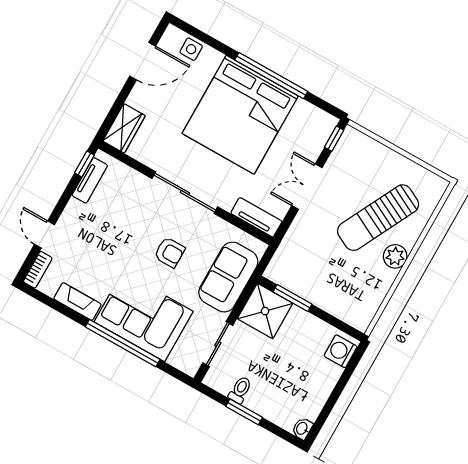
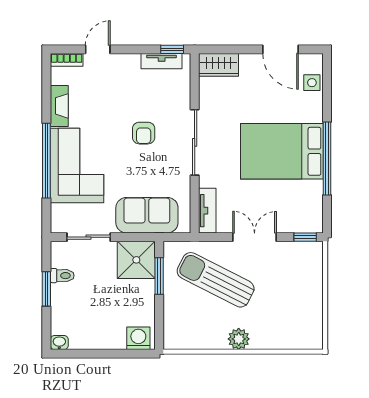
bed: (240, 115) -> (282, 151), width x0.73
sun lounger: (378, 218) -> (216, 280), moved
armchair: (169, 252) -> (144, 133), moved

